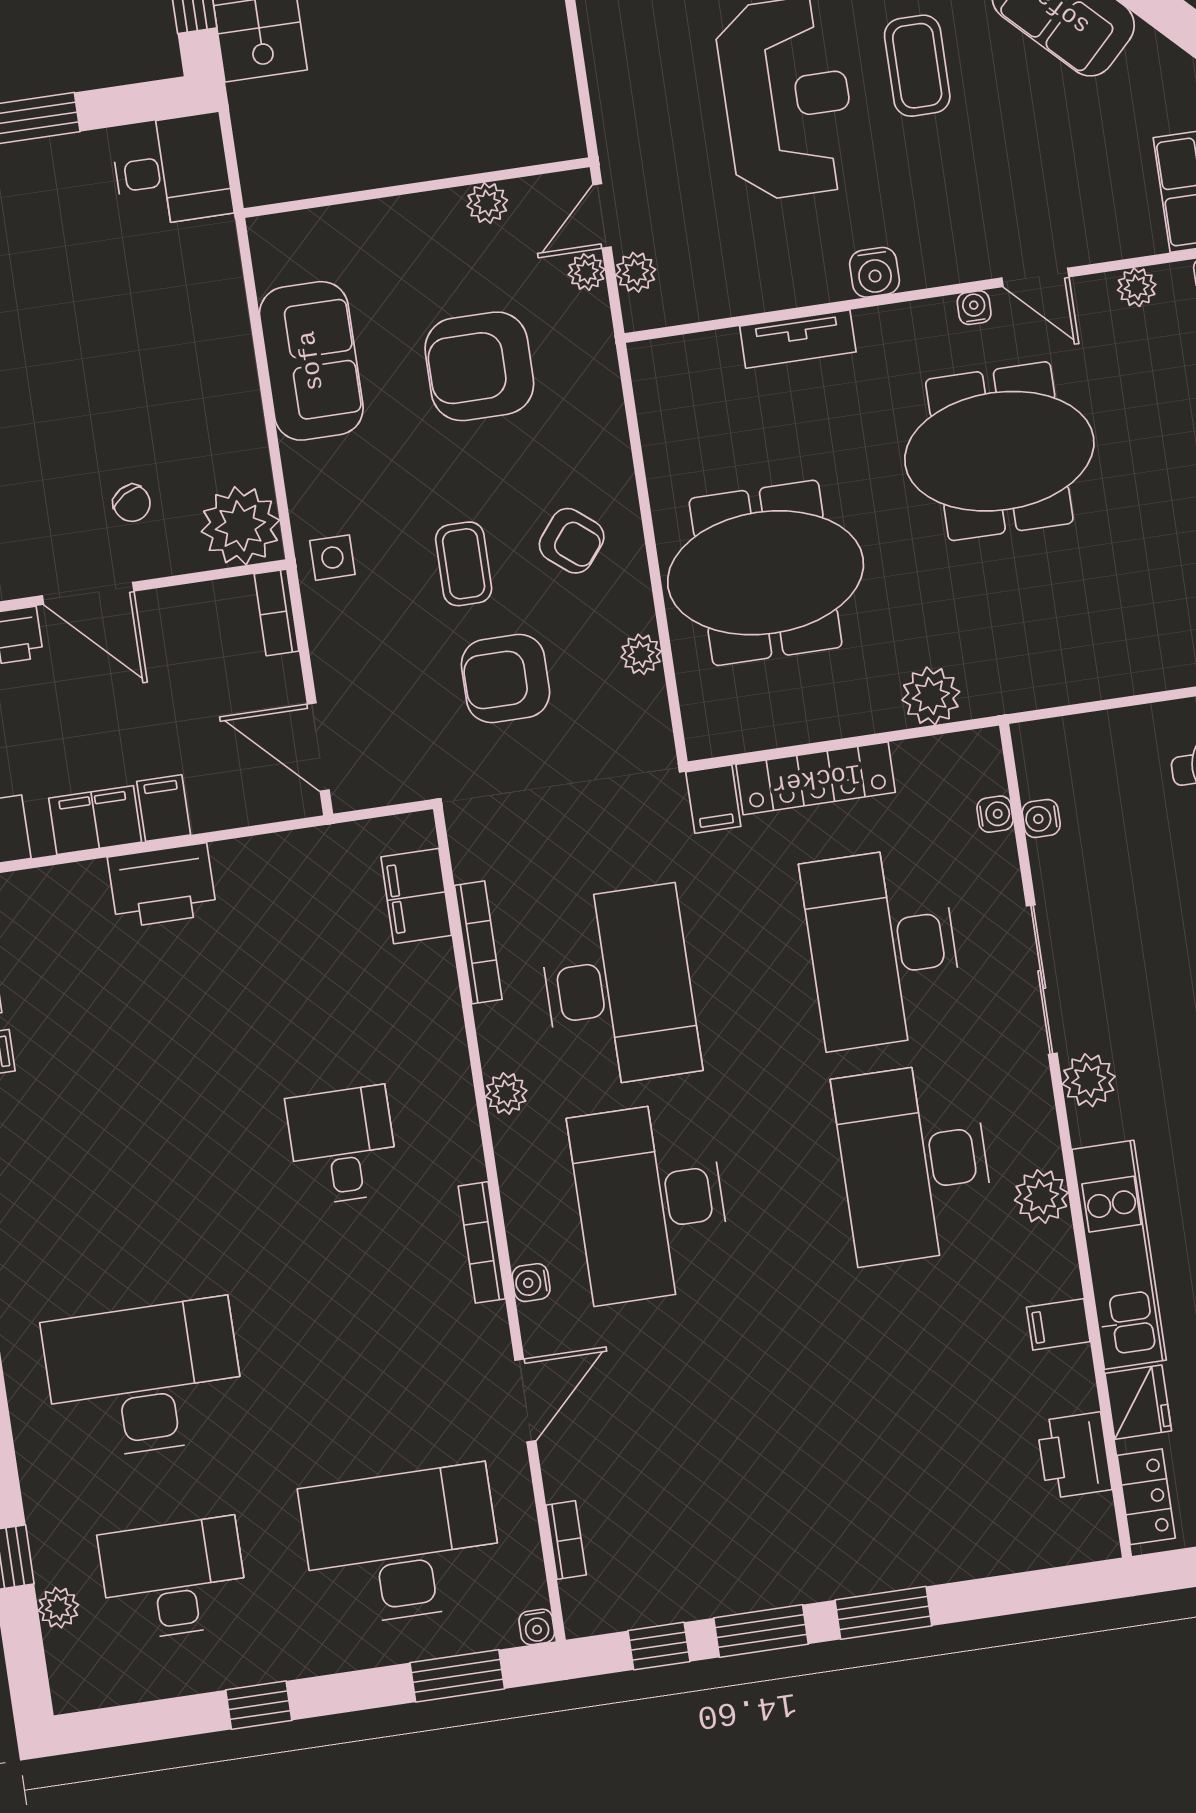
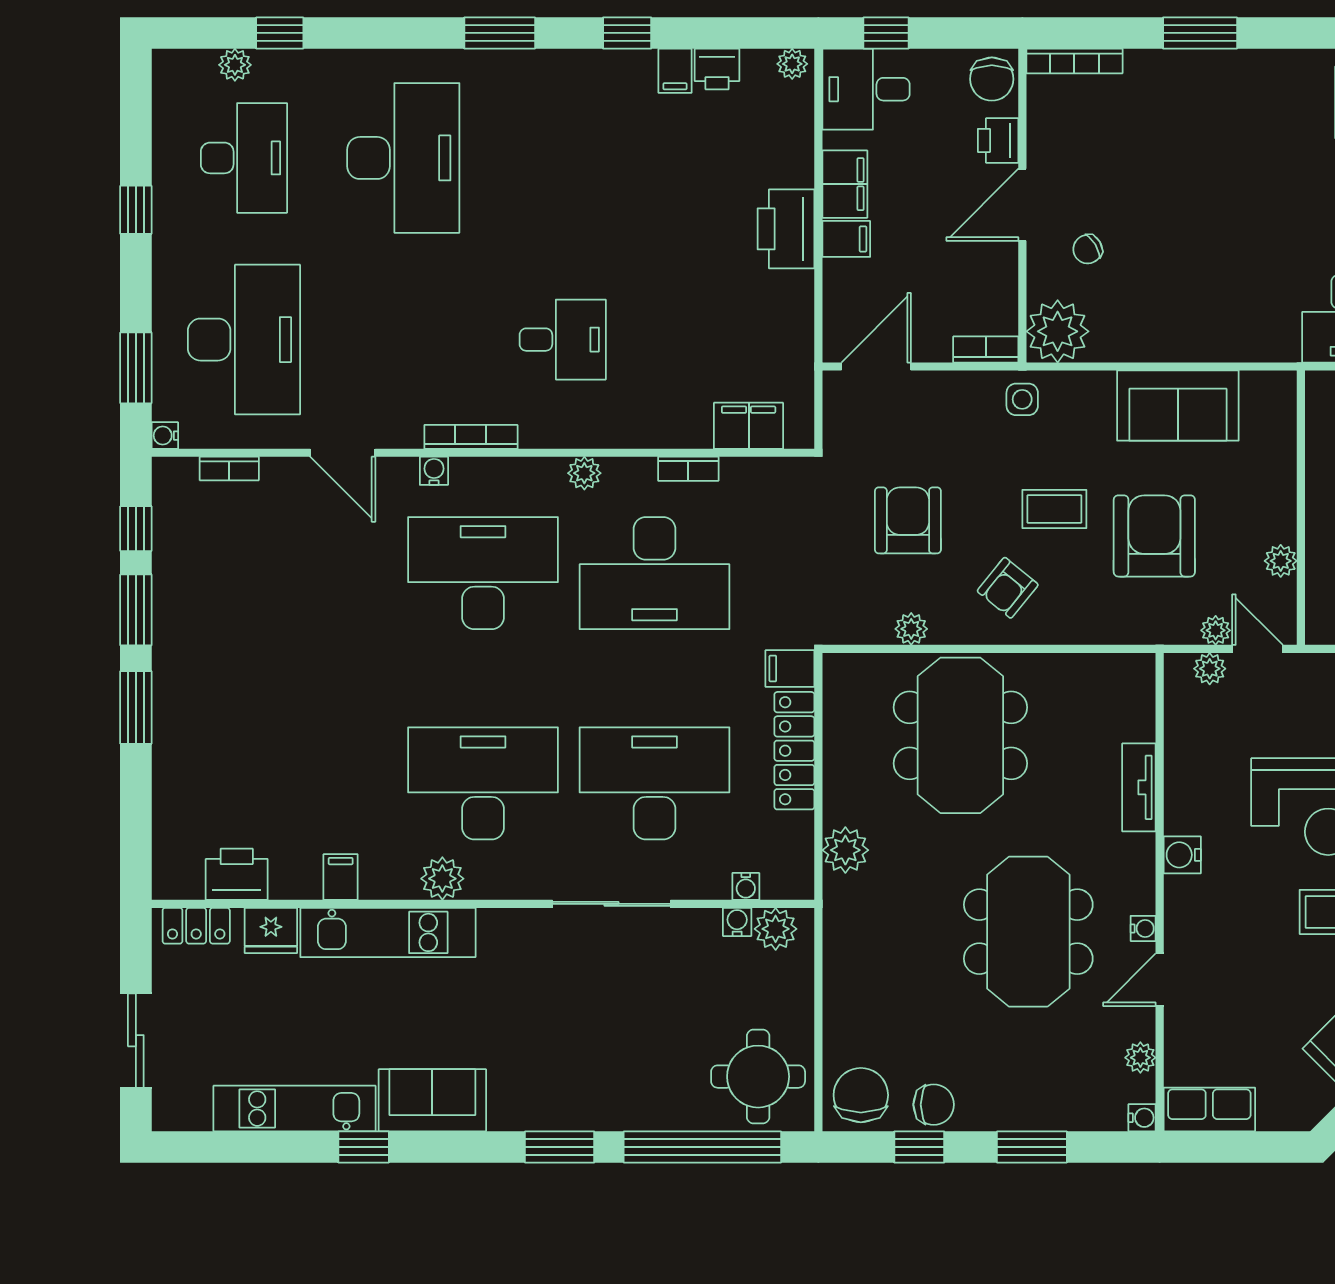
coffee table: (464, 564) -> (1054, 509), moved
bookcase: (478, 942) -> (688, 469), width x0.64
plant: (1089, 1080) -> (776, 929), moved

